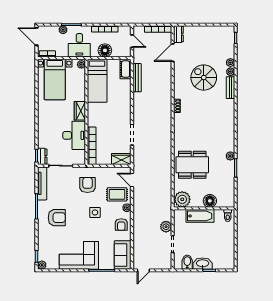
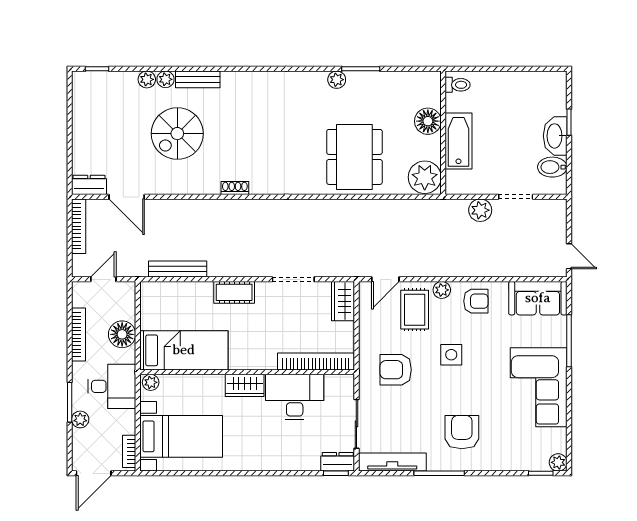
cot: (126, 69) -> (234, 292), moved

